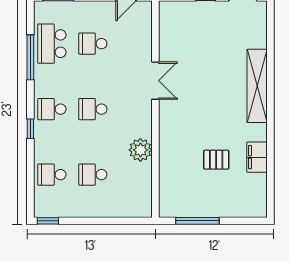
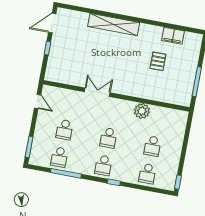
school desk: (52, 44) -> (59, 157), width x0.54
filing cabinet: (257, 157) -> (173, 36), moved

